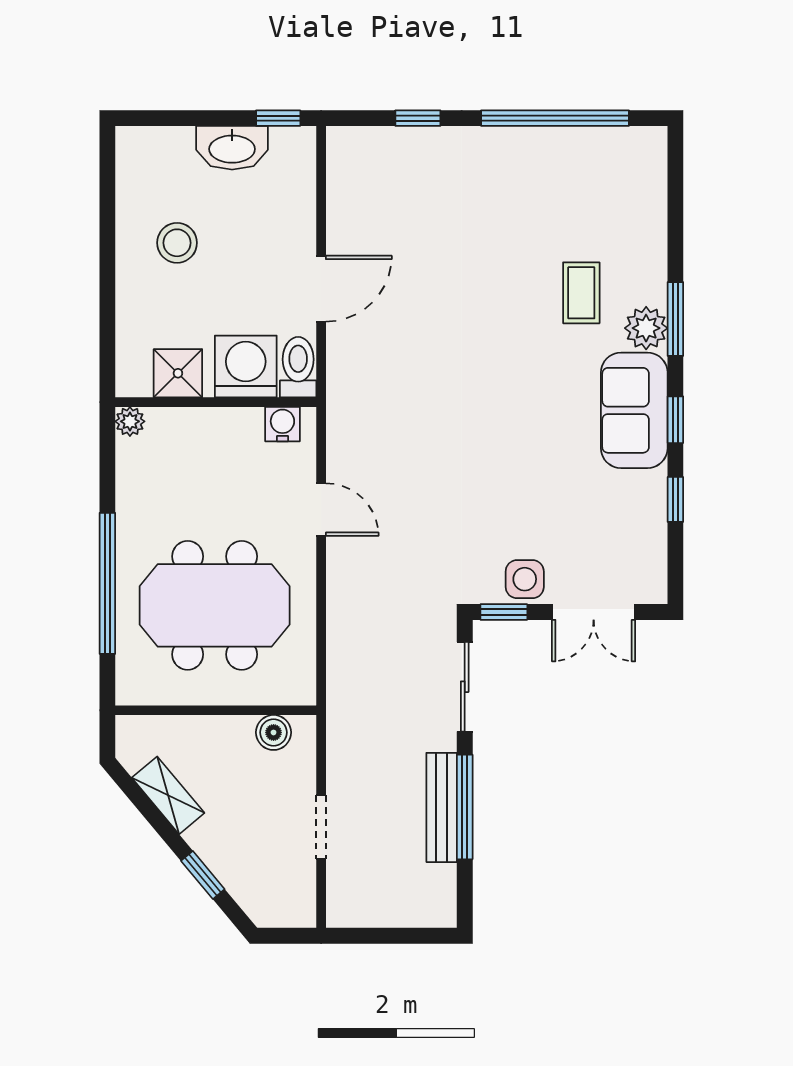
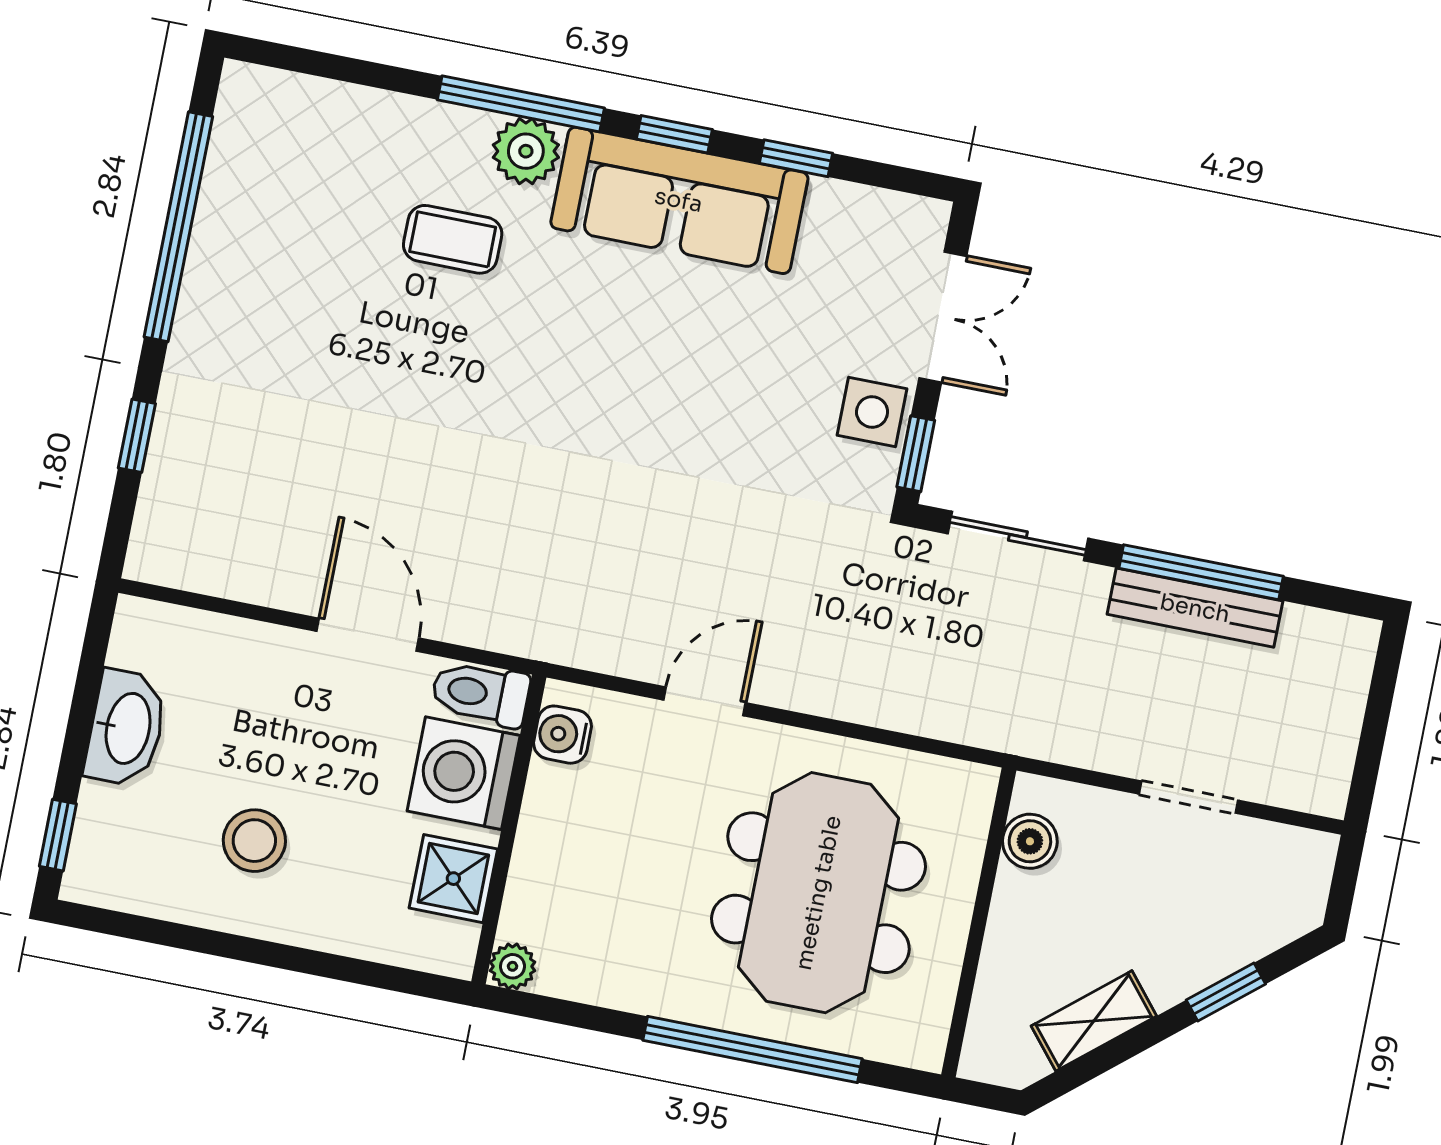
window: (278, 118) -> (58, 835), moved
window: (675, 319) -> (521, 104), width x1.44
sofa: (634, 410) -> (679, 200), width x1.36

